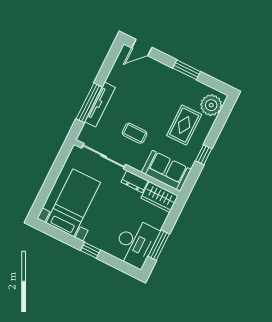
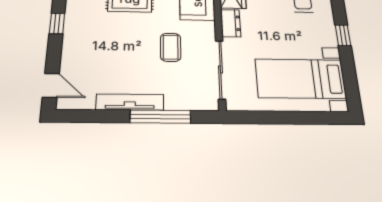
window: (187, 70) -> (57, 24), width x0.67
tv unit: (100, 105) -> (130, 102), moved

